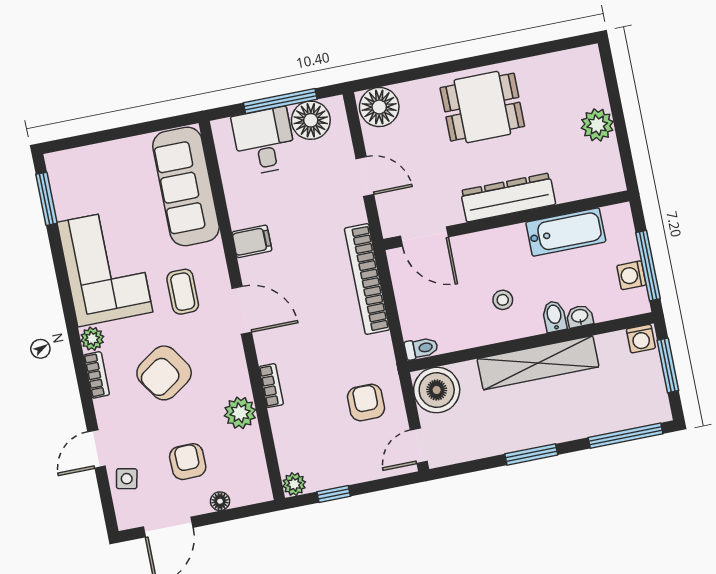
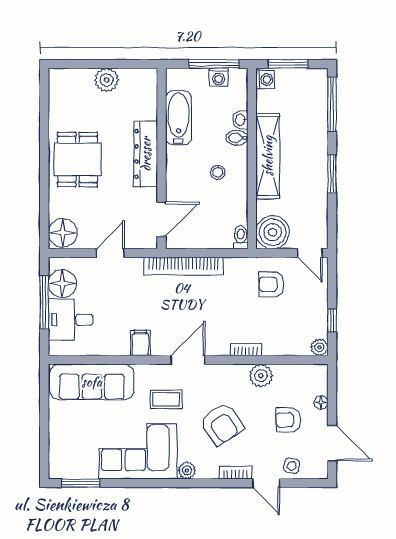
bookcase: (96, 375) -> (236, 473), moved

